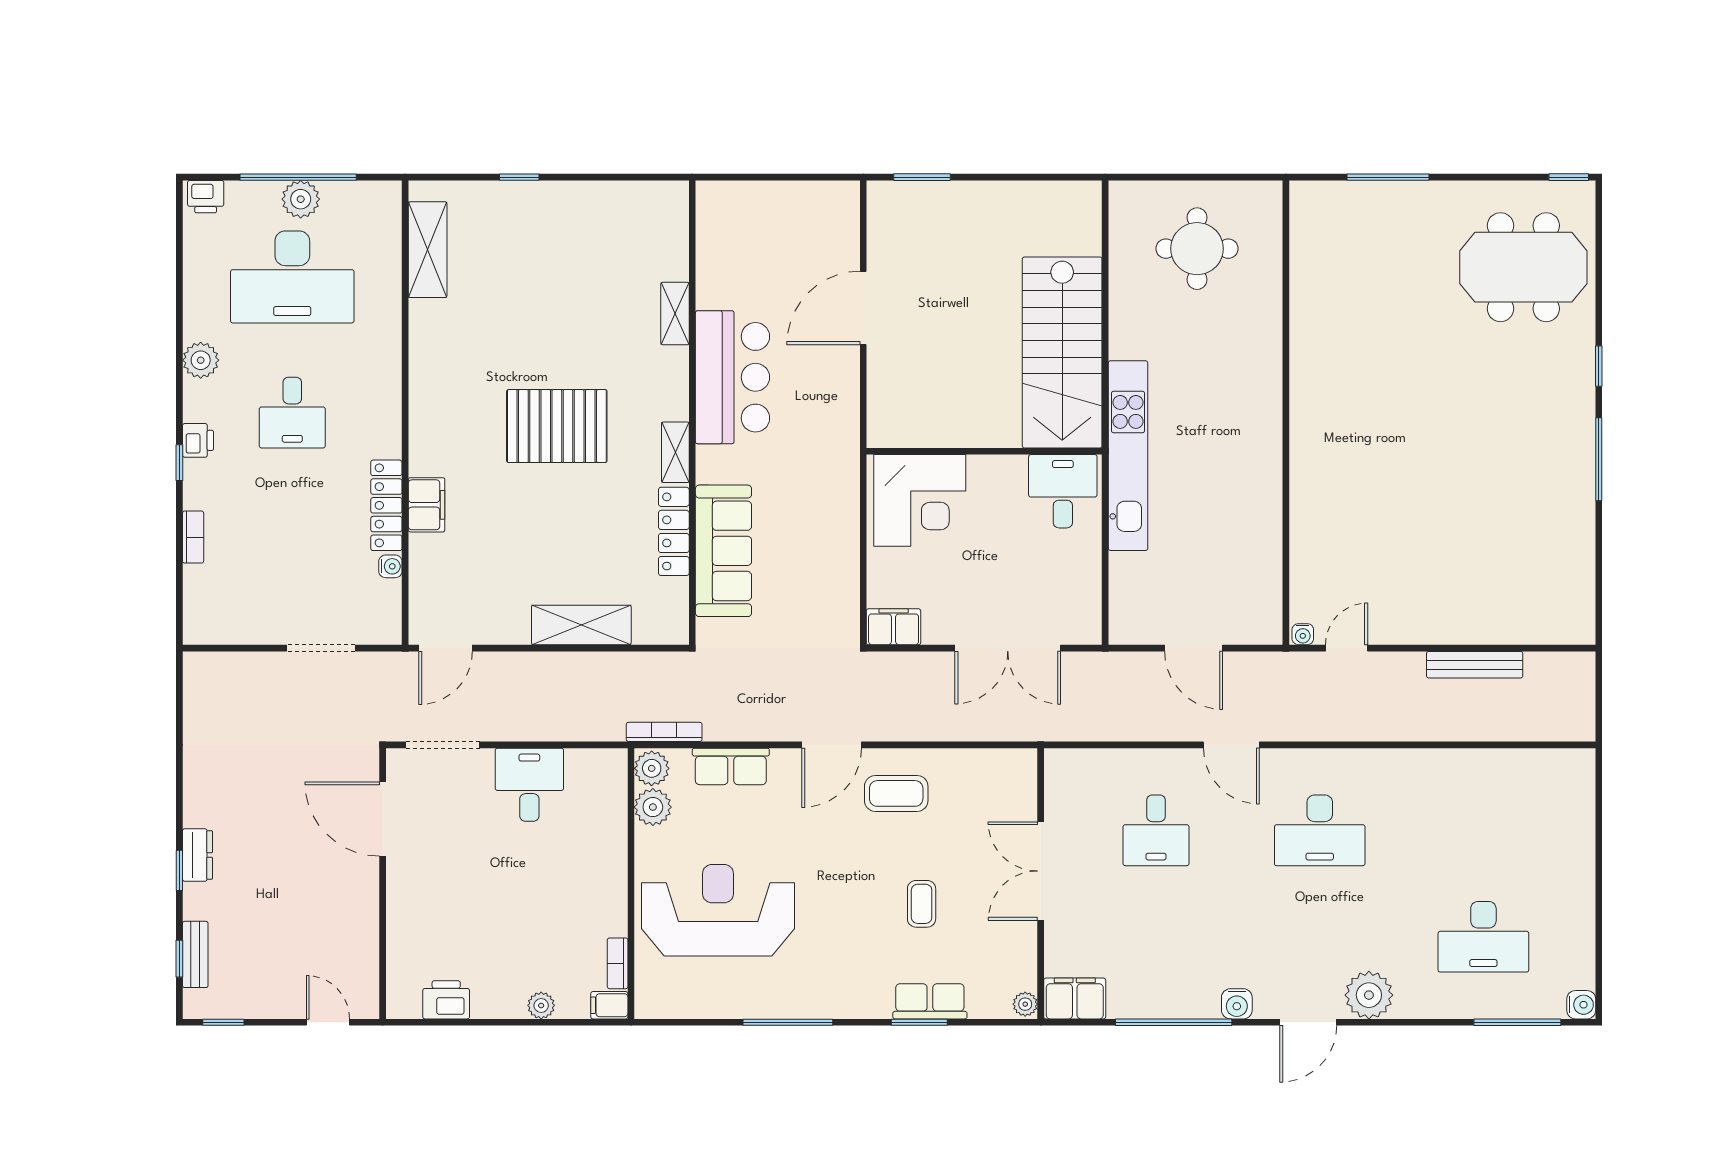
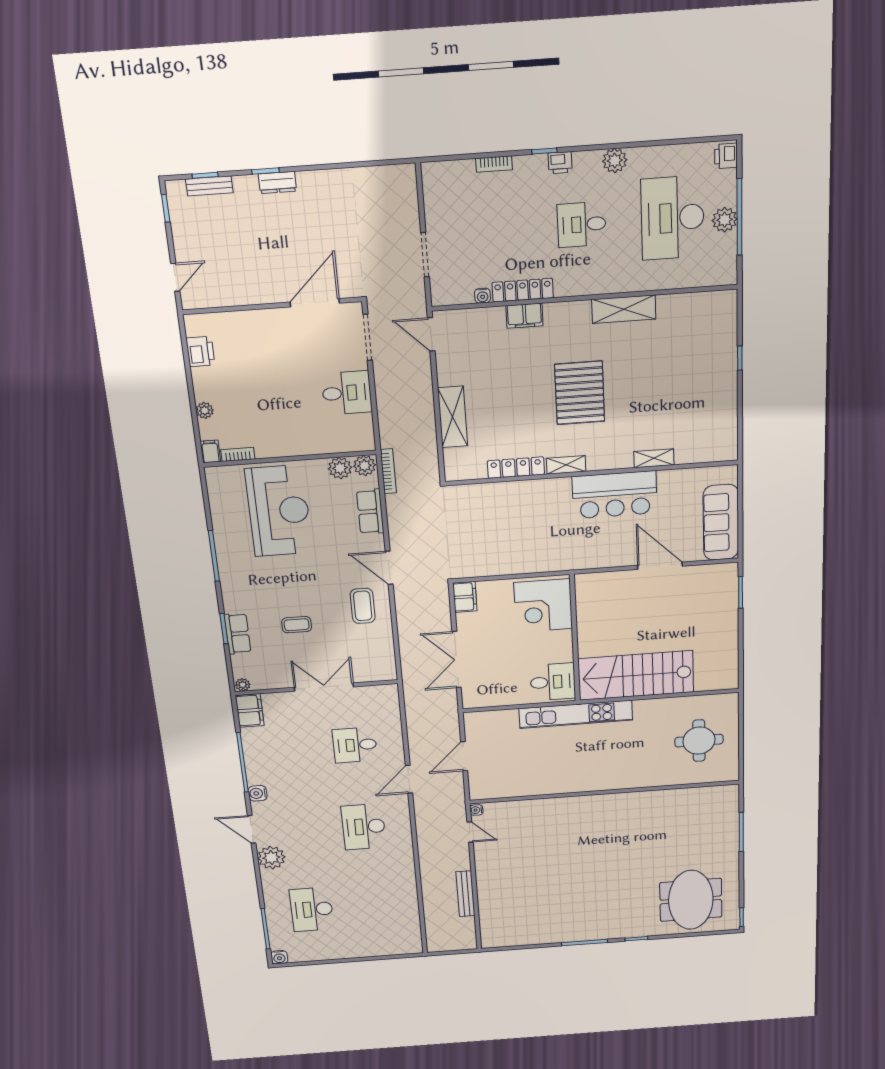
shelving: (428, 250) -> (624, 309), moved
sofa: (723, 551) -> (721, 522), moved, turned 90

